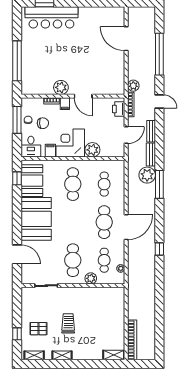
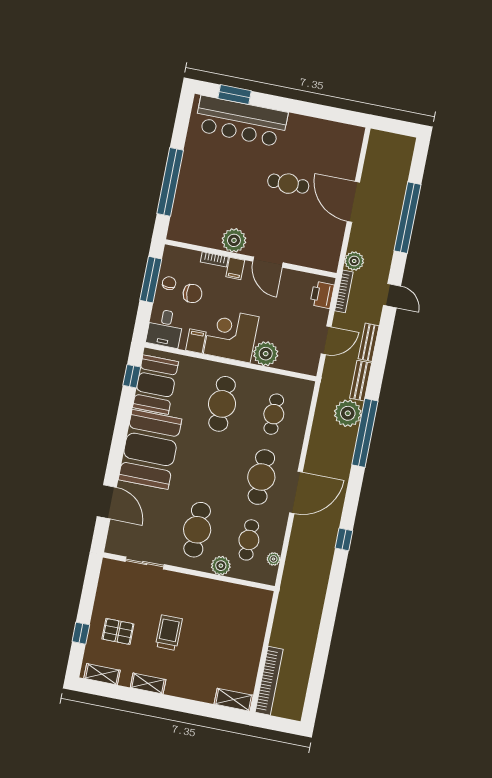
door: (126, 39) -> (353, 202), moved
cafe table: (86, 48) -> (288, 184), added
window: (159, 184) -> (365, 433), width x1.46

